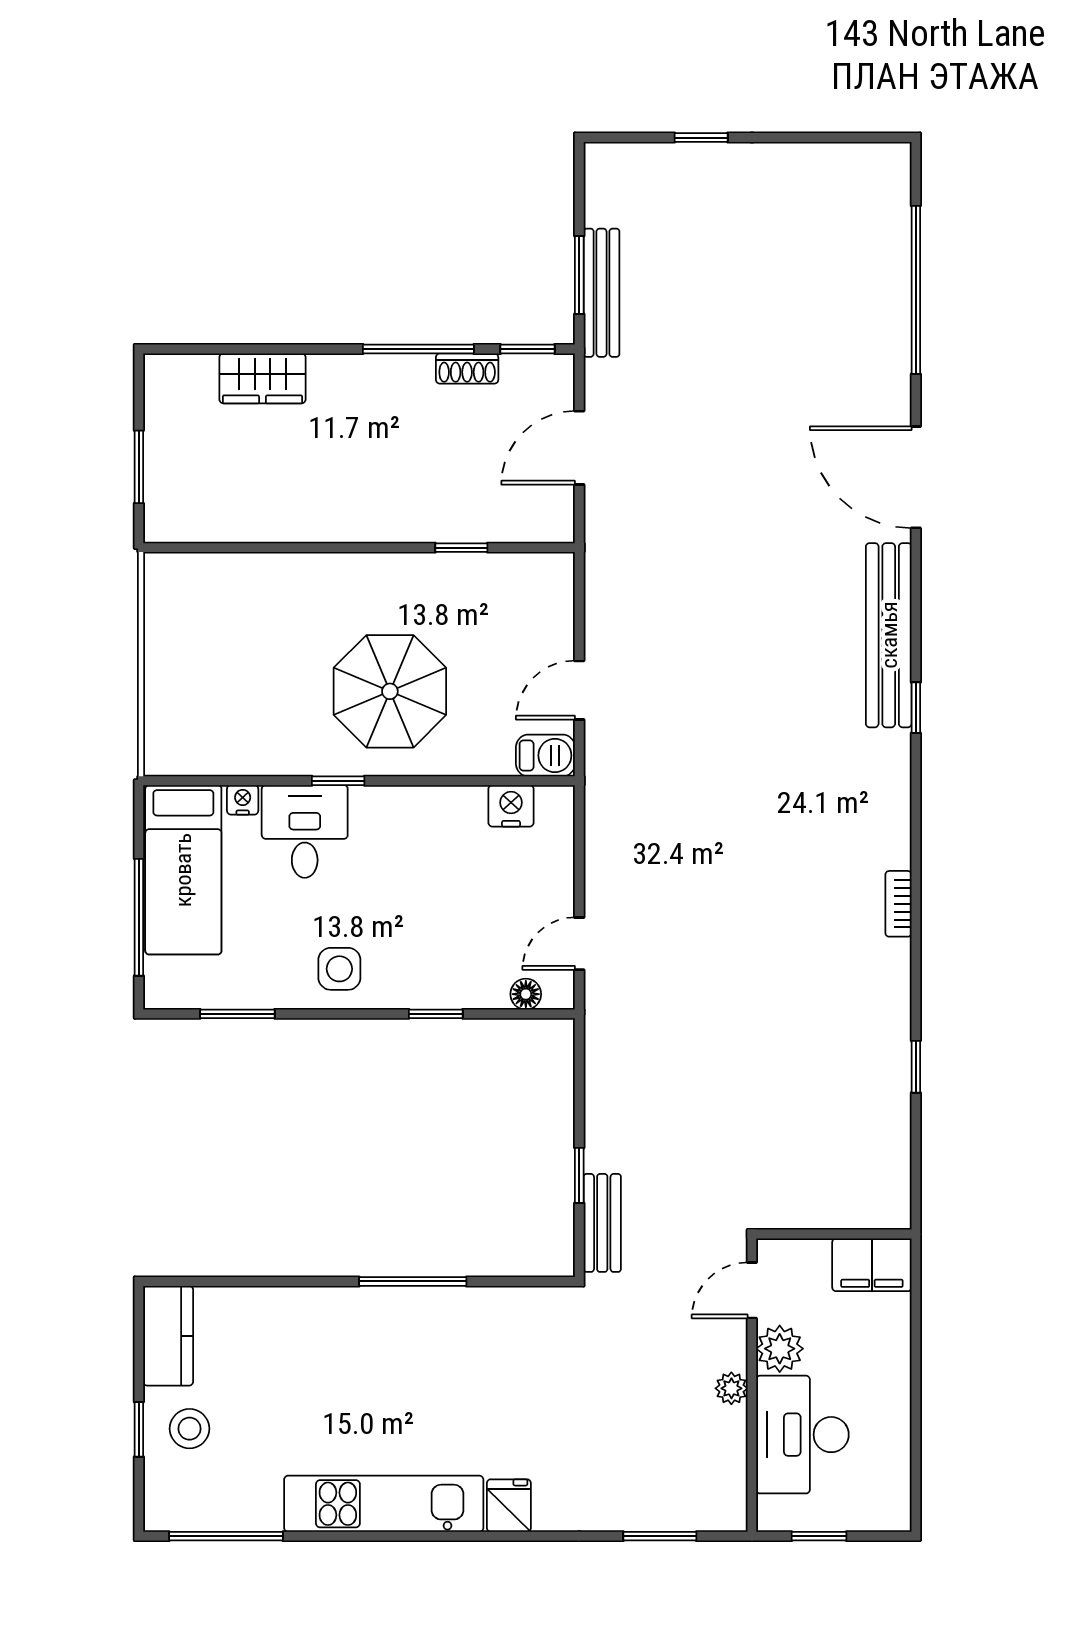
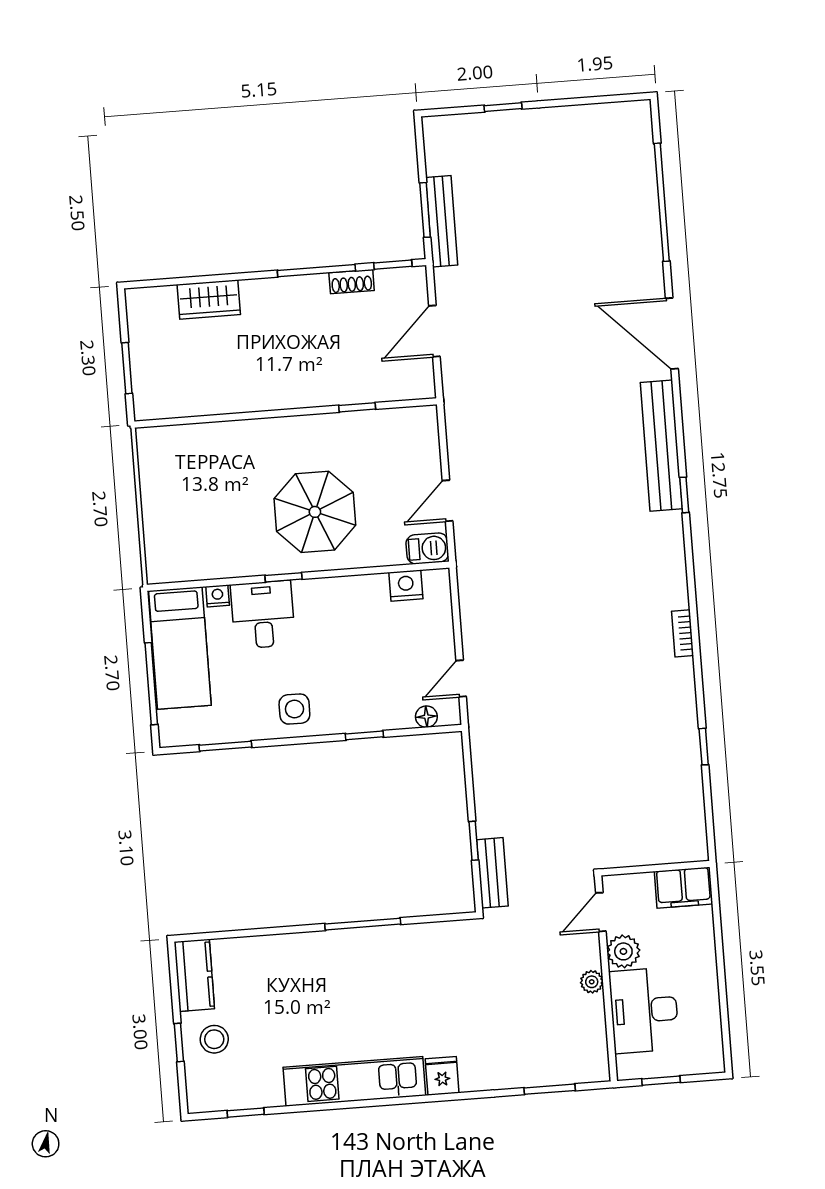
window: (226, 1536) -> (246, 1113), width x0.46

